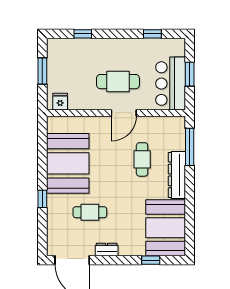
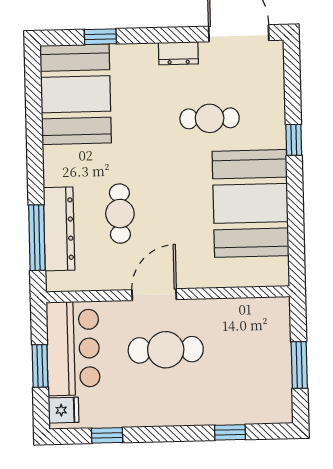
fridge: (60, 102) -> (64, 410), moved, turned -90
dresser: (177, 175) -> (59, 229), moved

